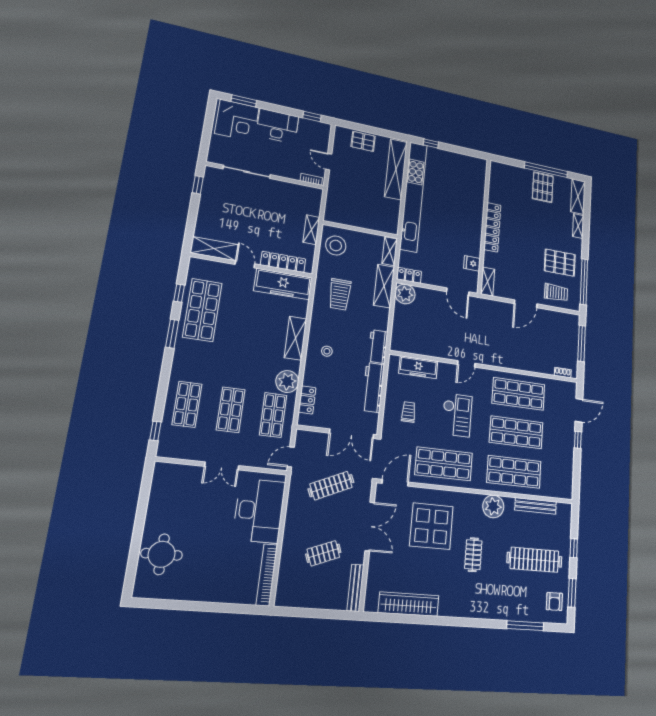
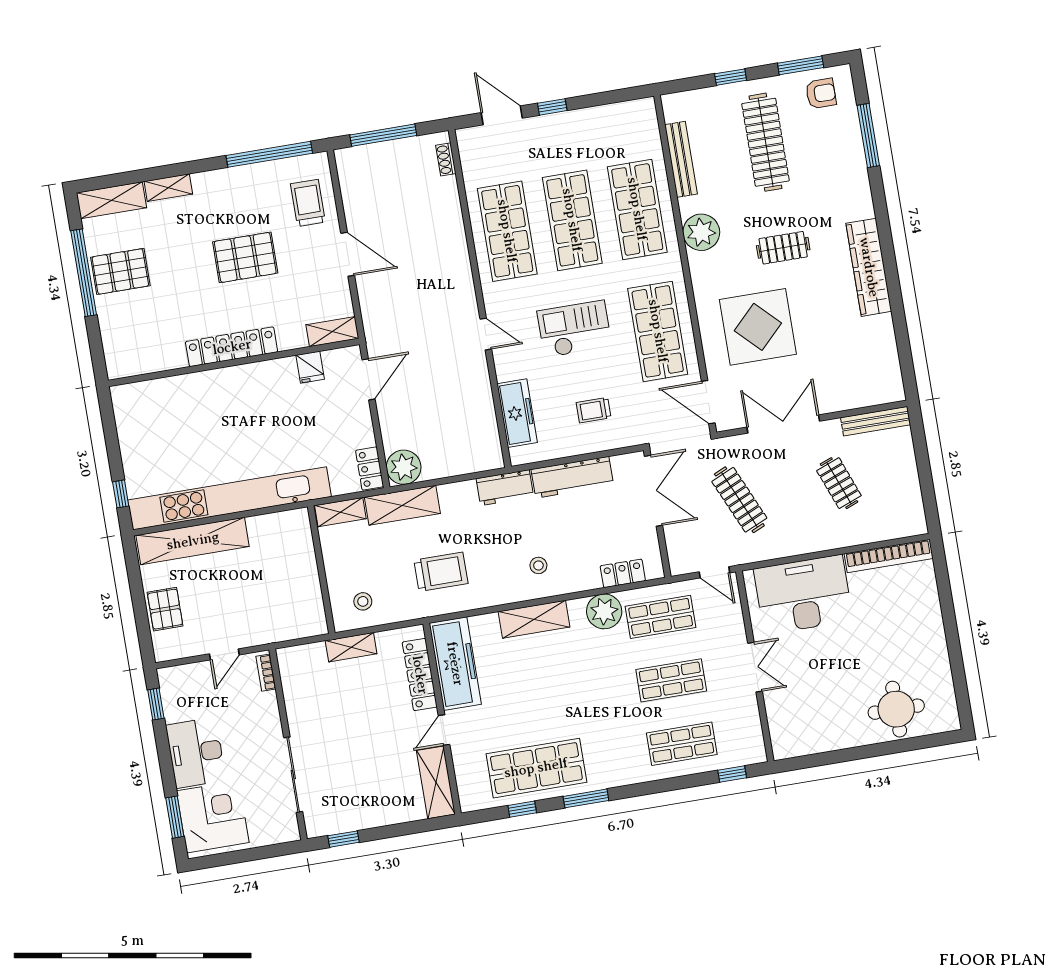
stool: (336, 245) -> (363, 601), width x0.53, depth x0.53
pallet: (560, 263) -> (245, 257), moved, turned 90
wardrobe: (409, 604) -> (869, 267), moved

